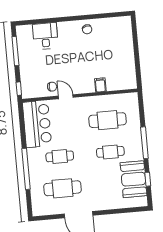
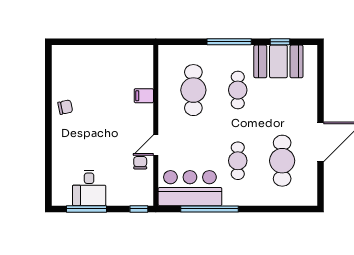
desk: (45, 36) -> (89, 188), moved, turned -90
window: (26, 169) -> (210, 209), moved

